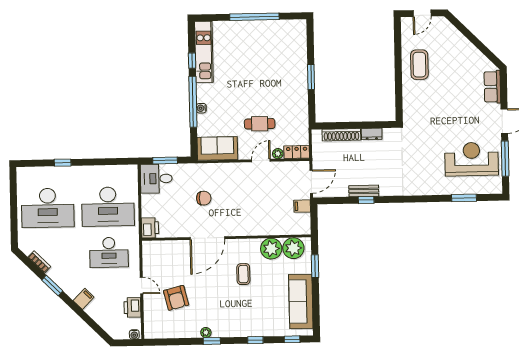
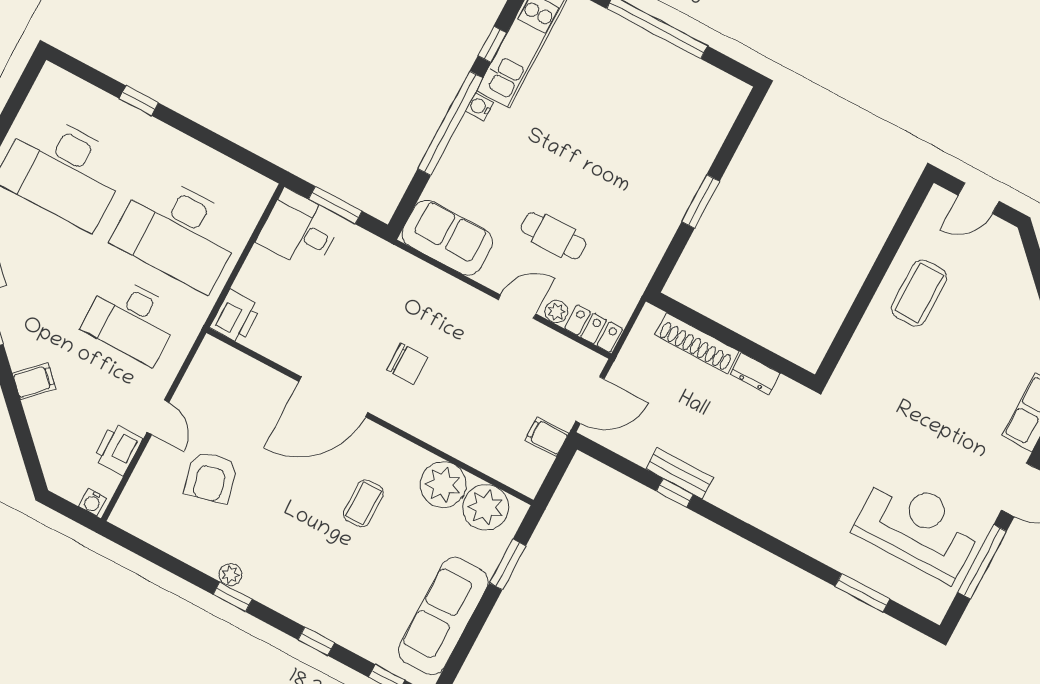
water cooler: (201, 108) -> (479, 107), moved
chair: (204, 198) -> (407, 364), moved

